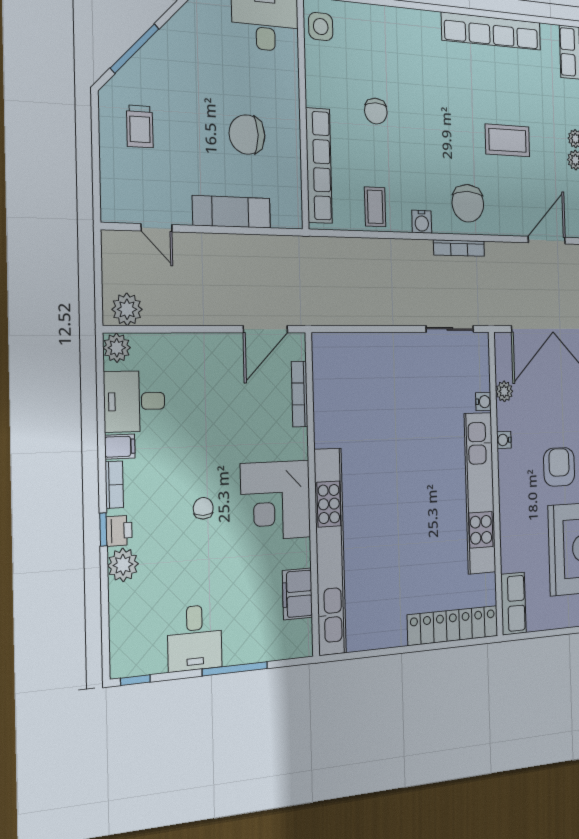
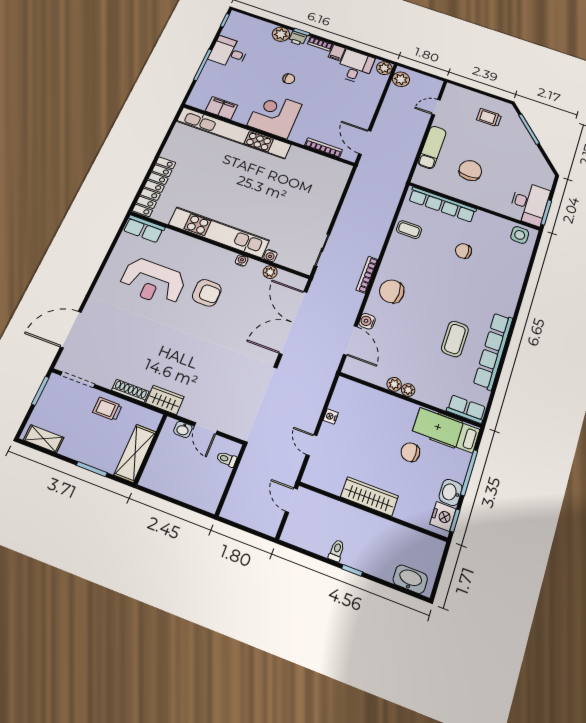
coffee table: (507, 140) -> (455, 339), moved
water cooler: (422, 222) -> (367, 321), moved

